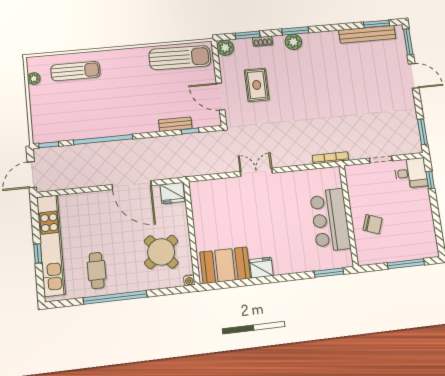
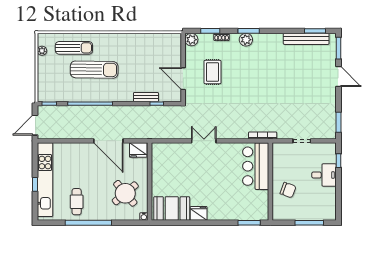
sun lounger: (180, 58) -> (94, 70), moved
desk: (411, 173) -> (324, 175), moved
bar counter: (330, 220) -> (256, 166), moved

